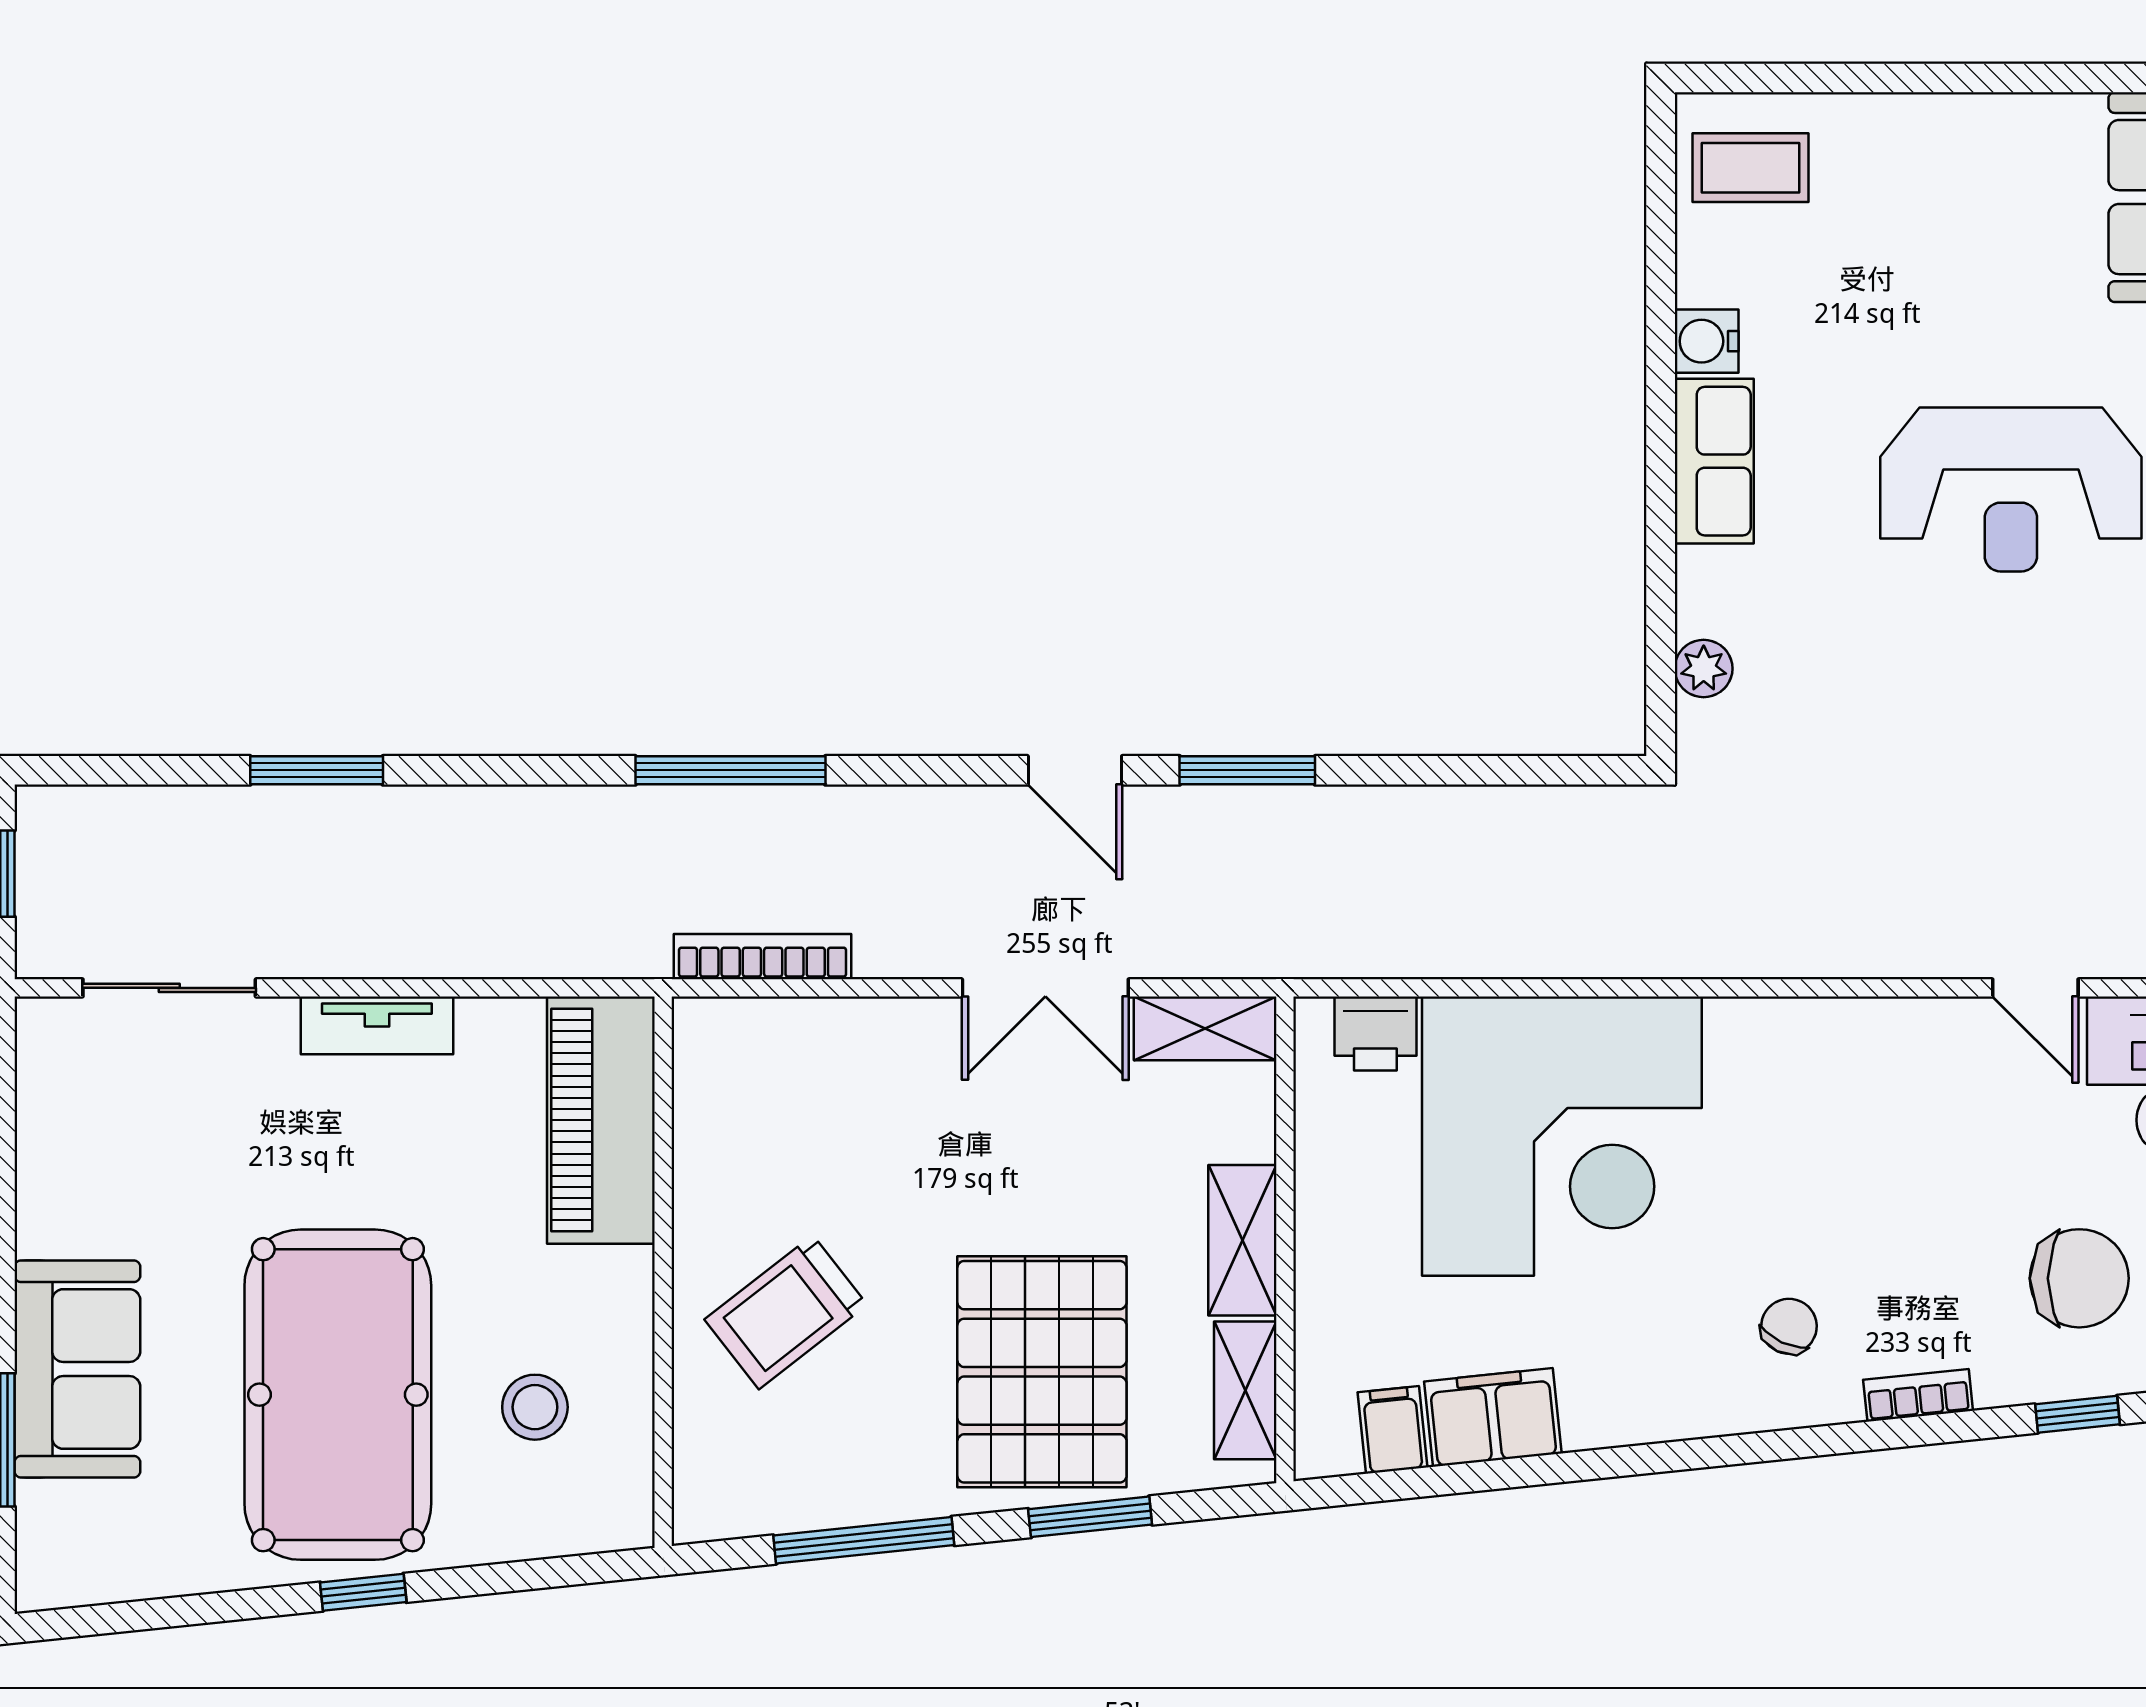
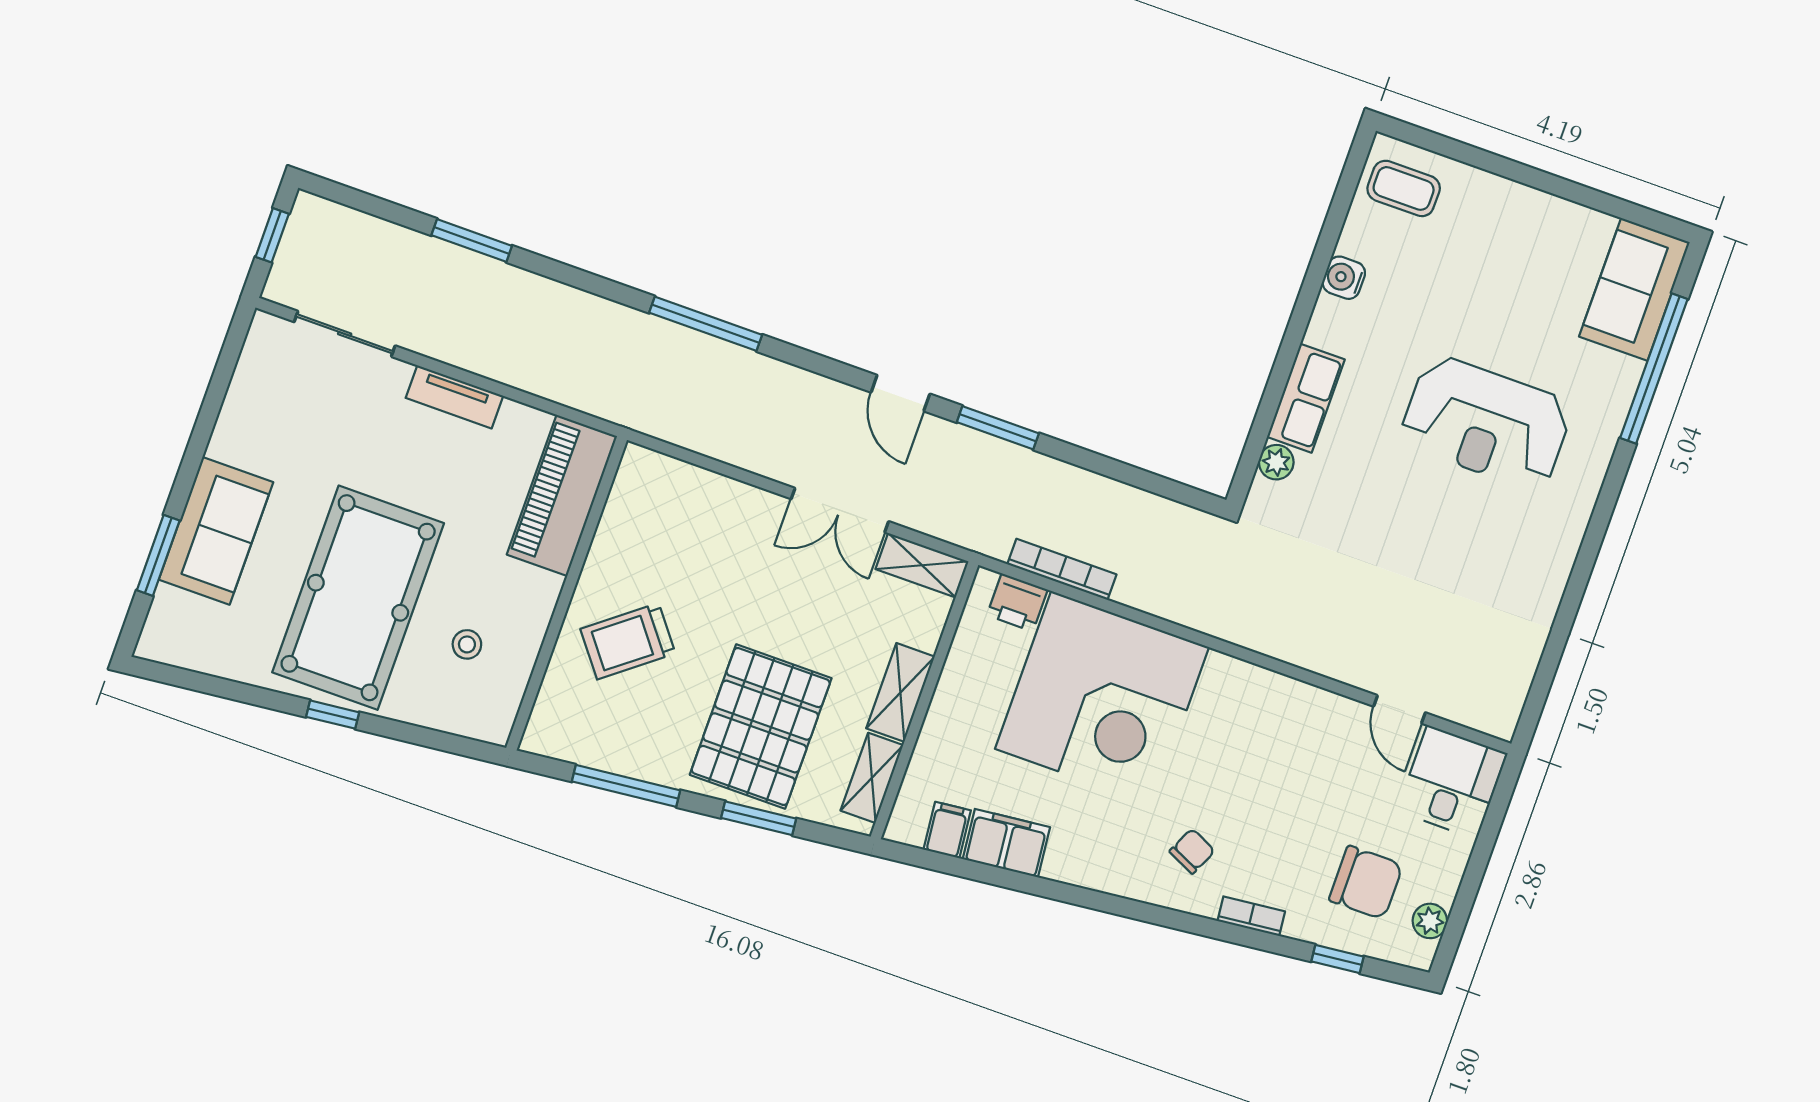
row of seats: (1714, 461) -> (1306, 398), moved
bookcase: (763, 957) -> (1062, 569), moved
stool: (535, 1407) -> (467, 644), width x0.73, depth x0.73

